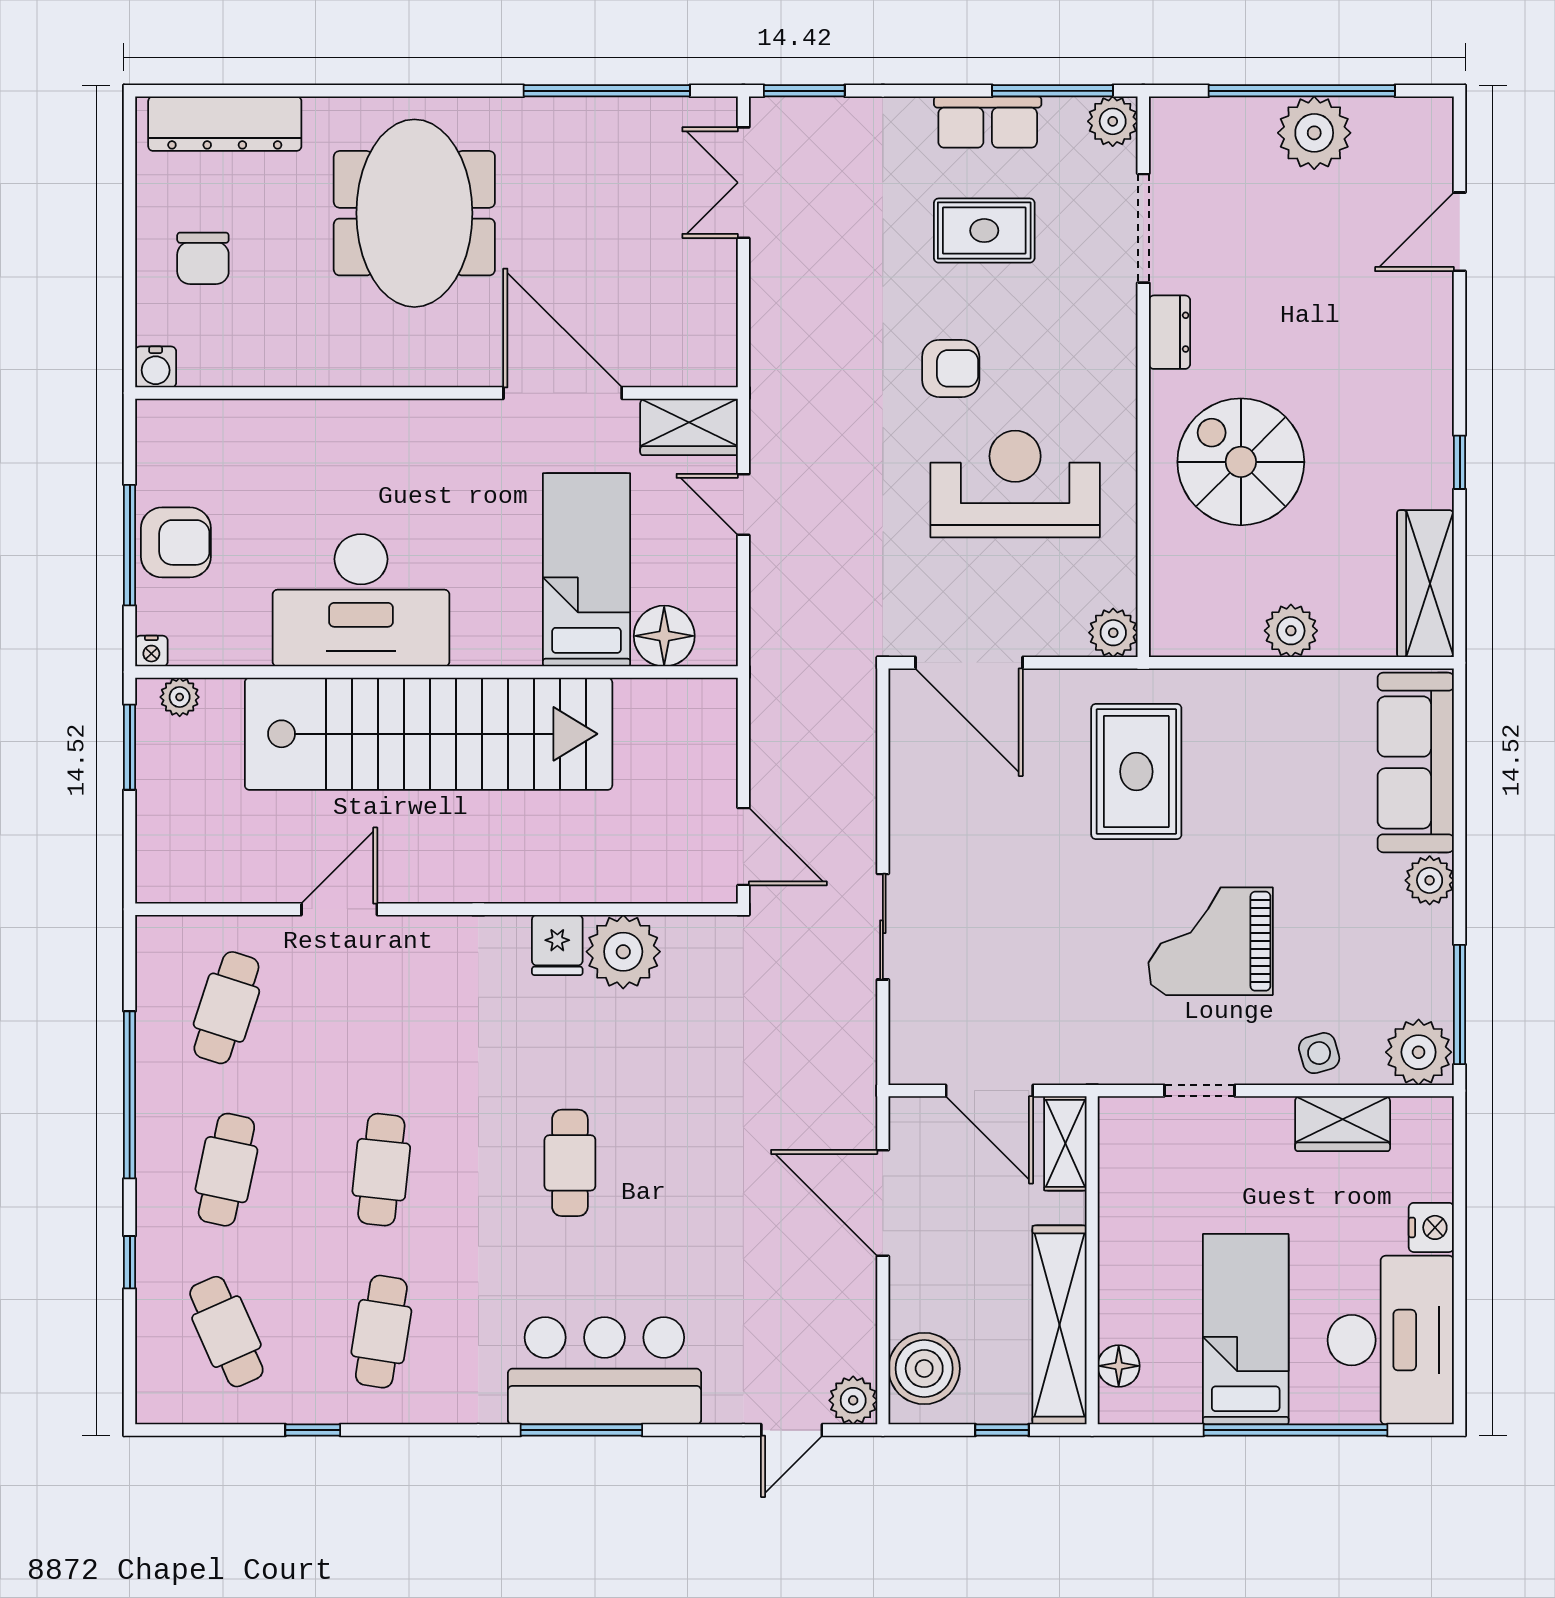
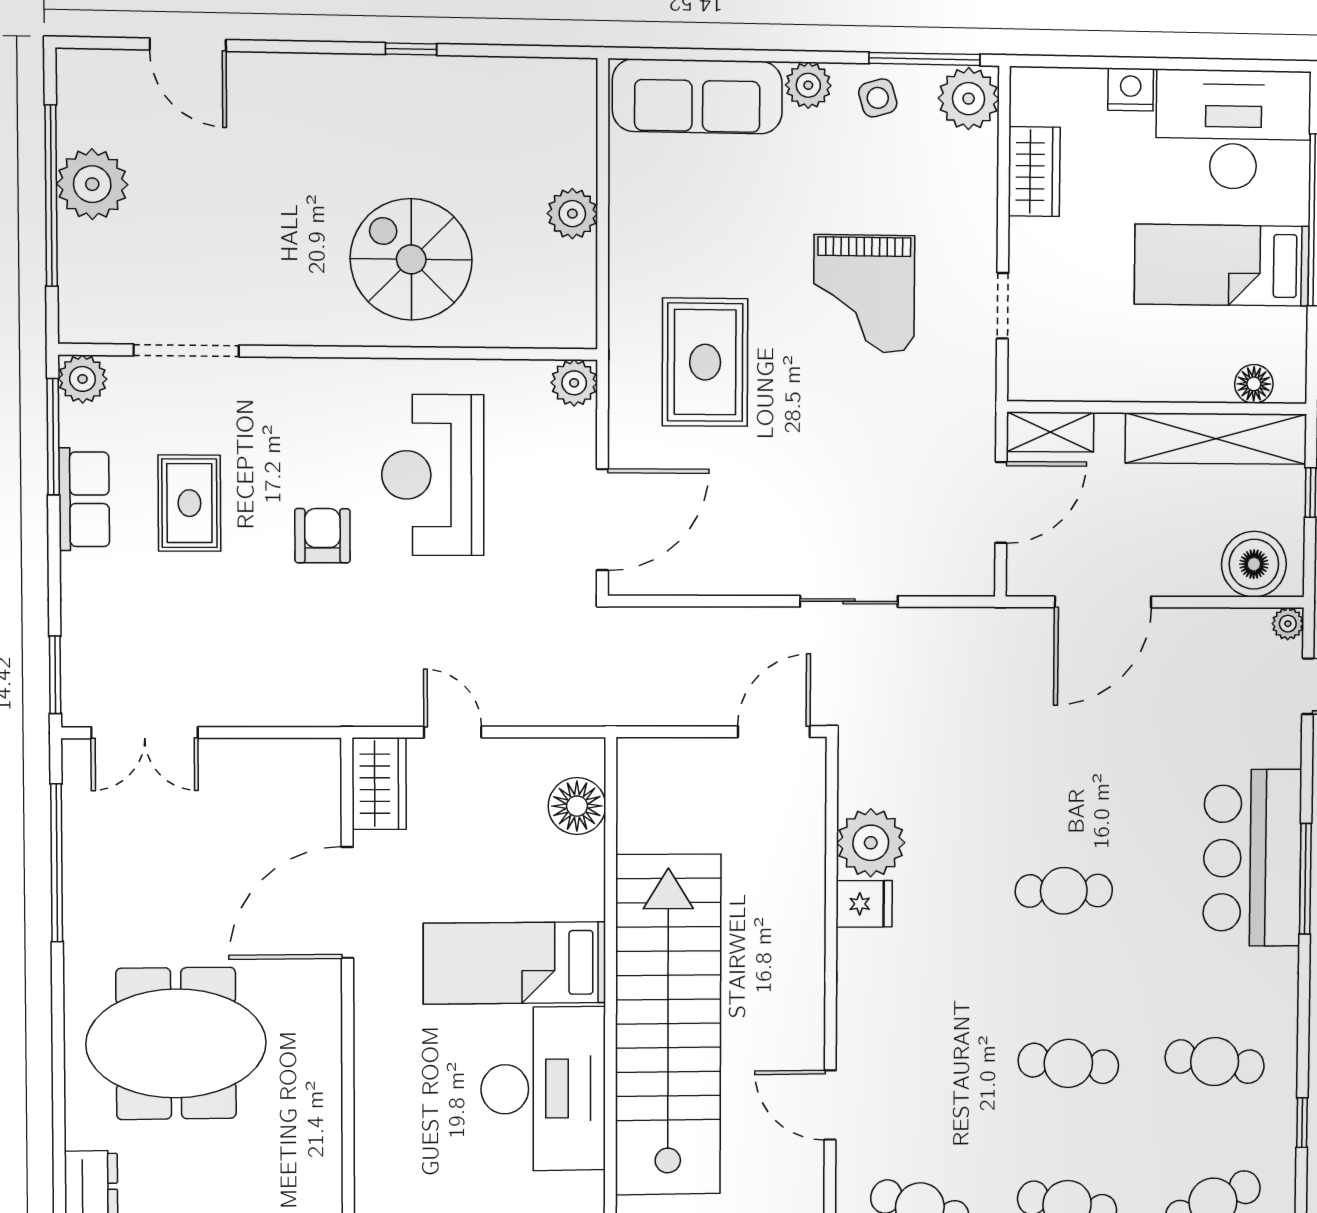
dresser: (1169, 332) -> (287, 326), removed
spiral stairs: (1241, 462) -> (411, 259), turned 90
door: (743, 504) -> (453, 732), swing flipped
bed: (587, 570) -> (515, 963), moved
wardrobe: (1426, 584) -> (528, 84), removed
rug: (1136, 772) -> (705, 362), turned 90
side table: (1319, 1053) -> (878, 98), moved
plant: (853, 1400) -> (1288, 624), width x0.73, depth x0.73

